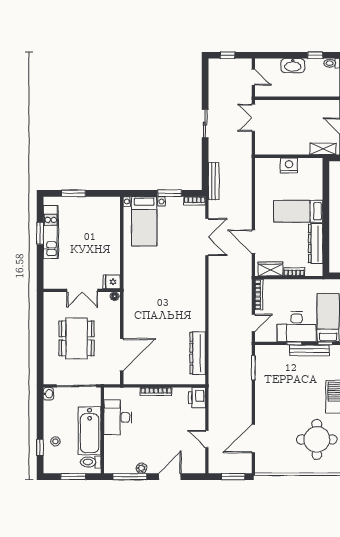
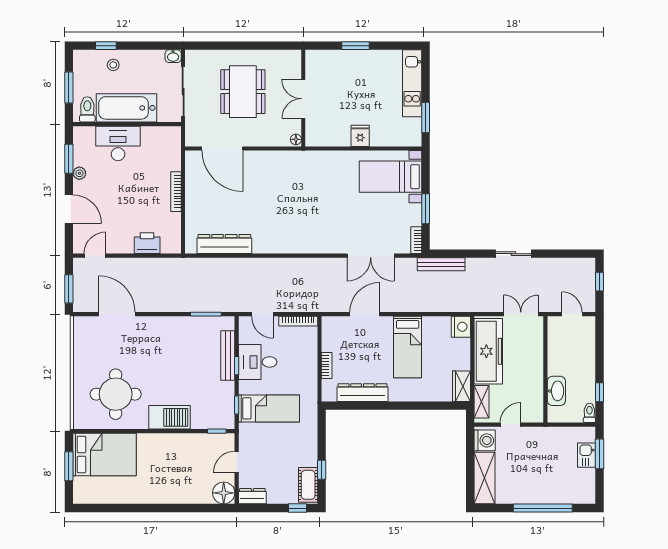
washbasin: (293, 66) -> (556, 391), moved, turned 180
door: (253, 77) -> (572, 314), swing flipped
freezer: (283, 144) -> (488, 351), added
nightstand: (289, 165) -> (461, 327), moved
window: (73, 193) -> (426, 118), moved
bed: (298, 211) -> (408, 347), moved, turned 180
kitchen unit: (51, 232) -> (412, 83), moved, turned 90
window: (40, 233) -> (355, 46), moved
wardrobe: (270, 269) -> (461, 386), moved, turned 180
fridge: (112, 282) -> (360, 136), moved
desk: (296, 327) -> (258, 362), width x0.73
dining table: (77, 338) -> (243, 92), turned 90
bench: (309, 350) -> (228, 356), moved
printer: (197, 398) -> (147, 243), moved
desk: (118, 417) -> (118, 143), moved
door: (207, 439) -> (95, 256), moved
window: (130, 477) -> (69, 159), width x0.69

